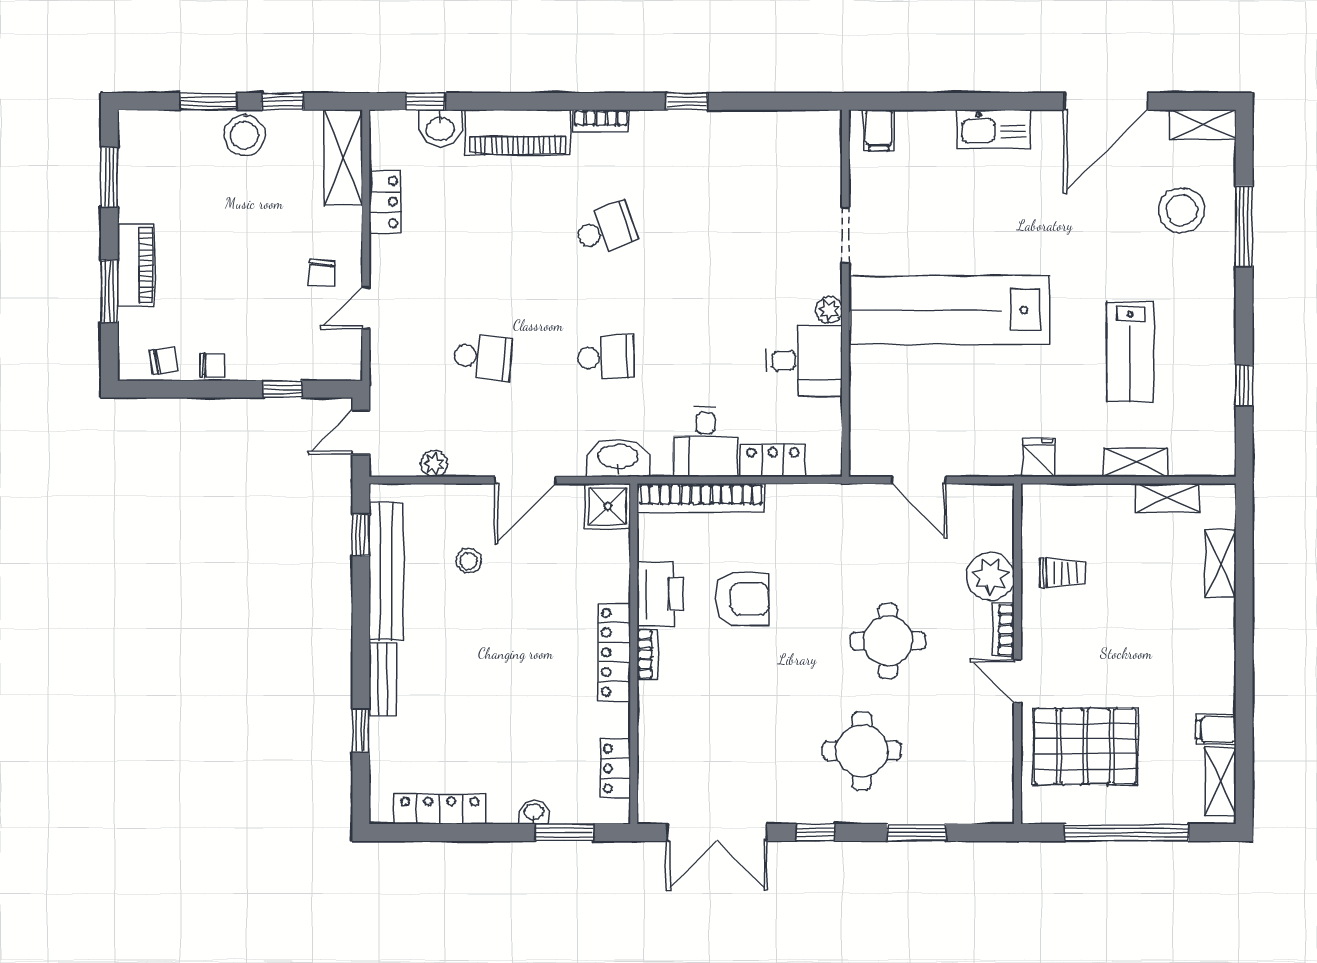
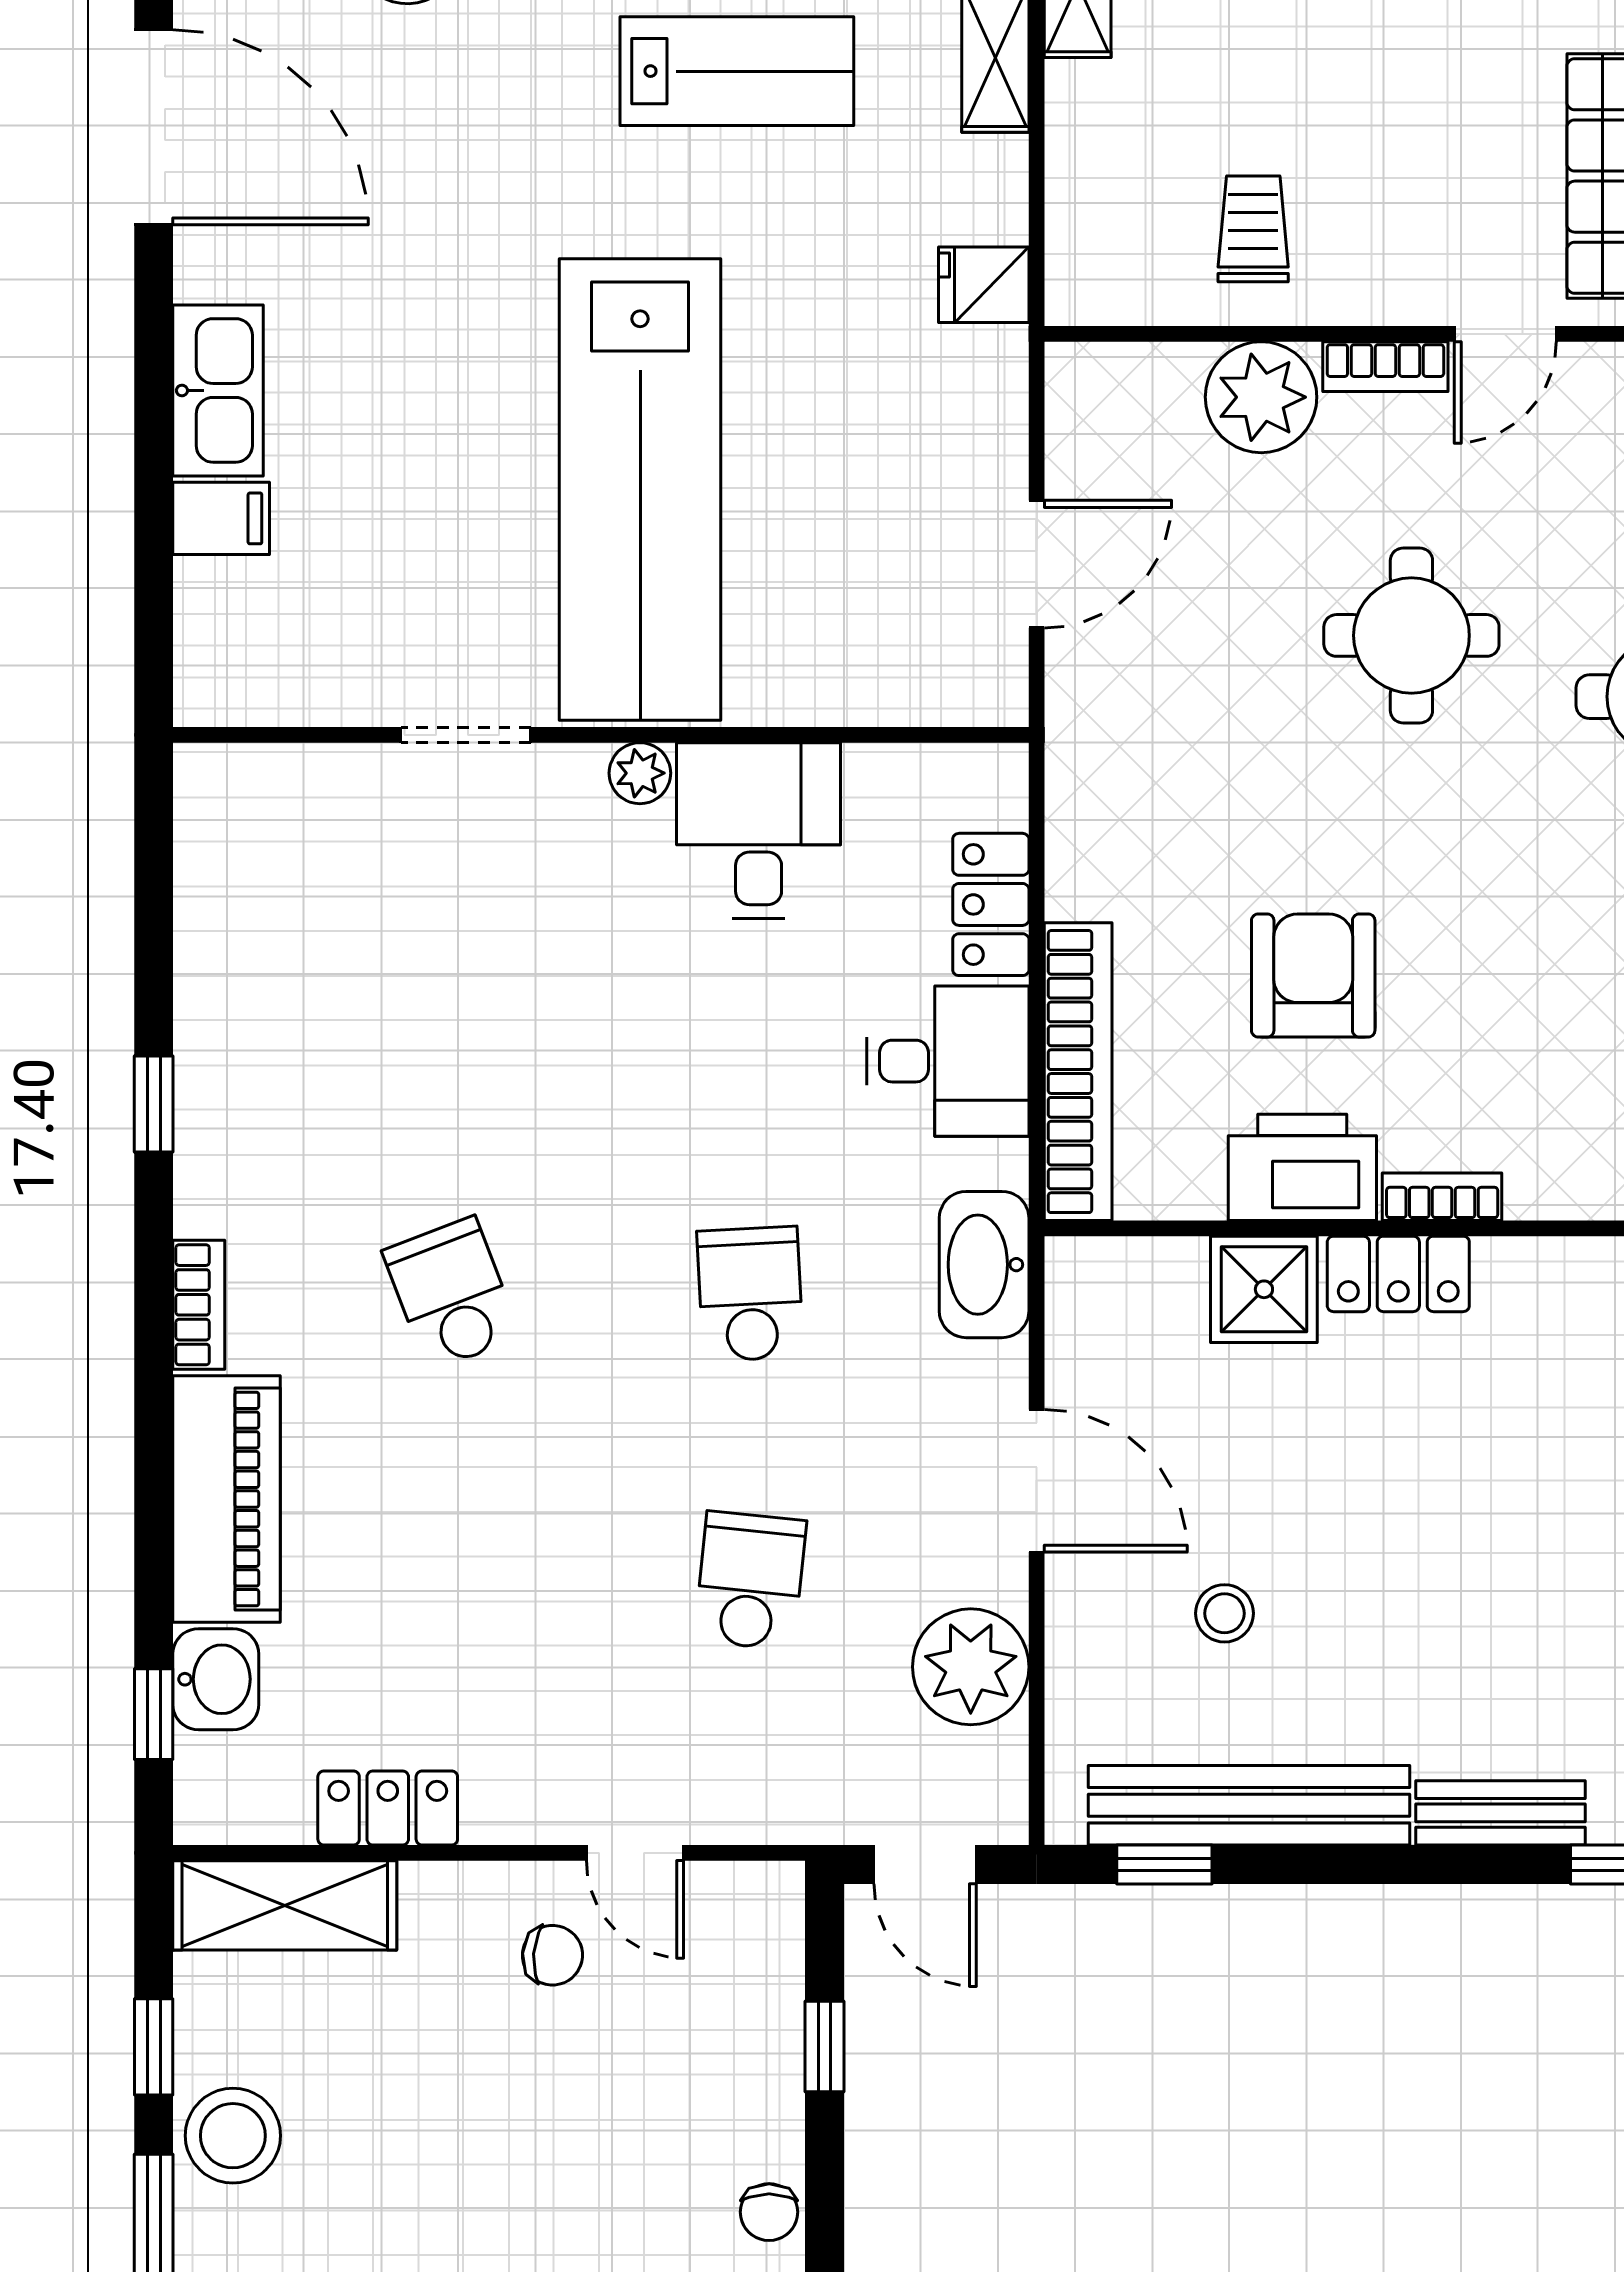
filing cabinet: (879, 130) -> (221, 518), moved
chair: (212, 365) -> (769, 2212), turned 180
plant: (434, 464) -> (971, 1667), width x1.87, depth x1.87
shower: (608, 506) -> (1264, 1289), moved
locker: (614, 652) -> (1398, 1274), width x0.66

